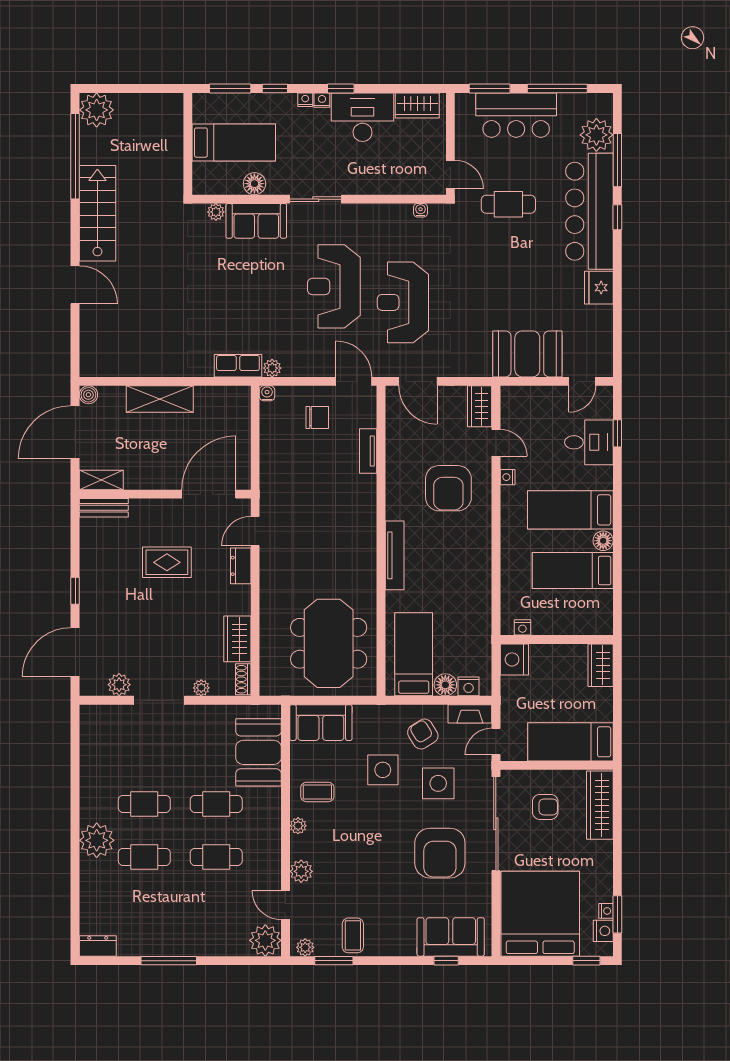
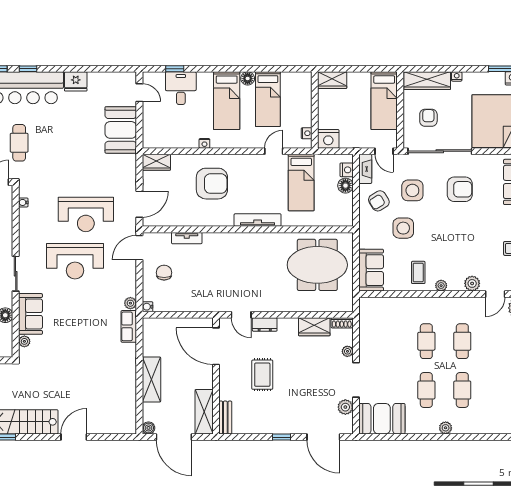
door: (496, 443) -> (274, 151), moved
shelving: (101, 480) -> (204, 412), width x1.50, depth x1.33
bed: (414, 654) -> (301, 183), moved, turned -90
booth: (258, 752) -> (382, 419), moved
plant: (97, 840) -> (446, 428), width x0.53, depth x0.53
armchair: (440, 853) -> (460, 189), width x0.73, depth x0.73
nightstand: (606, 911) -> (457, 77), moved

